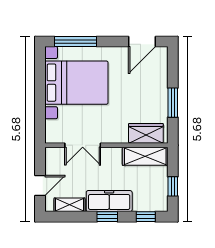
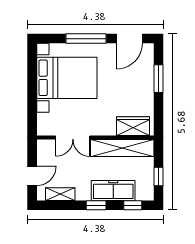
window: (75, 41) -> (86, 39), moved
window: (173, 103) -> (159, 79), moved
shelving: (145, 156) -> (122, 148), width x1.47
freezer: (109, 201) -> (113, 191), moved

